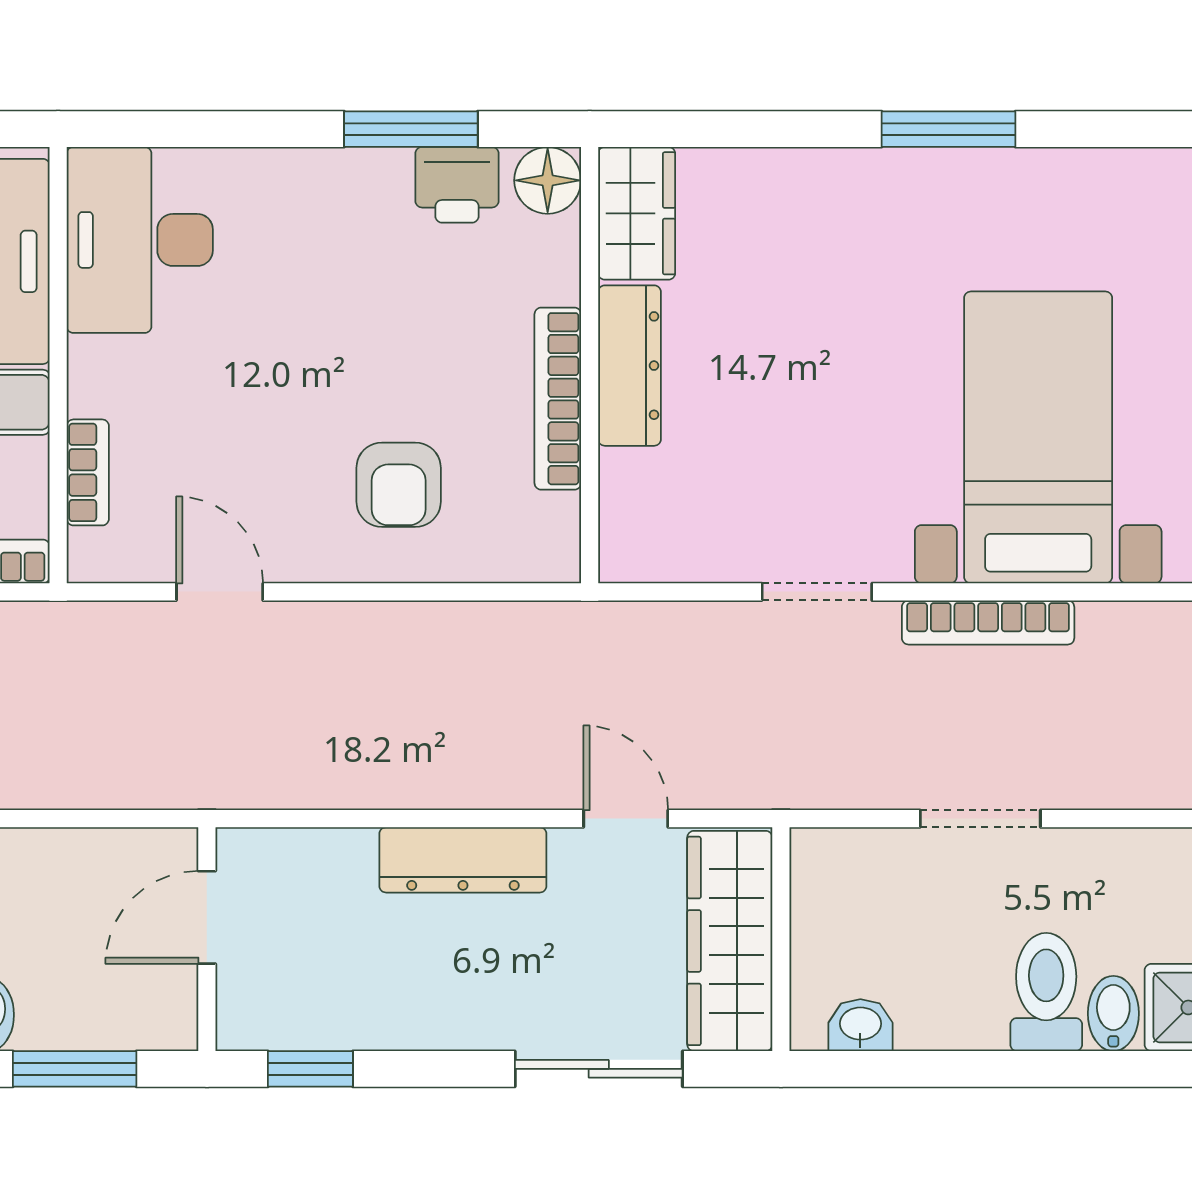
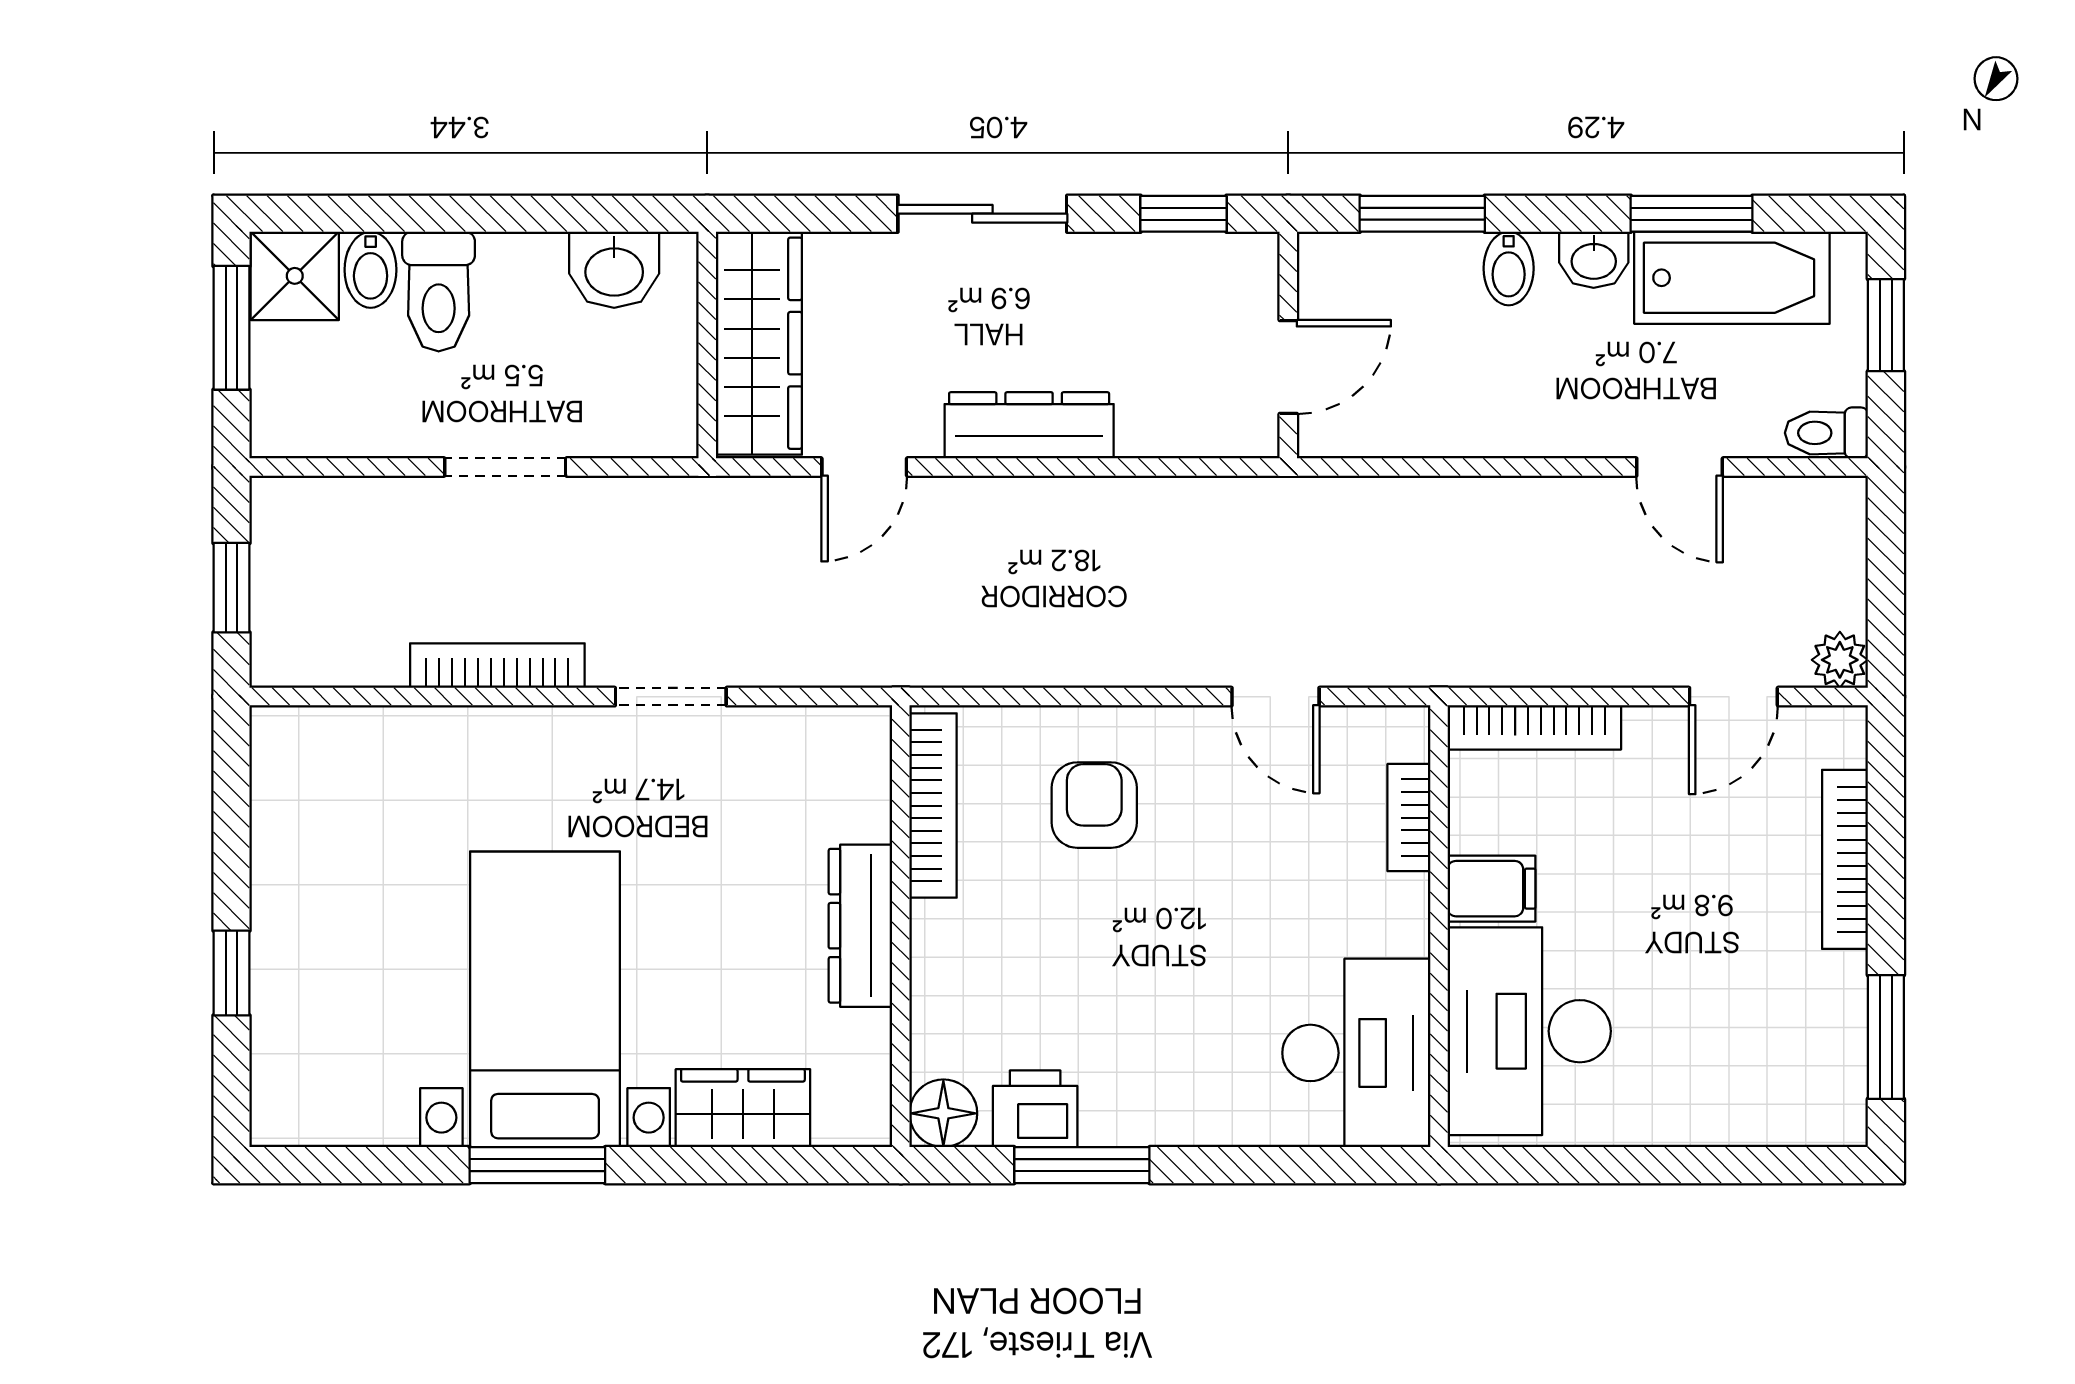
wardrobe: (637, 213) -> (743, 1108), moved, turned 90
bookcase: (558, 399) -> (933, 806), moved
bed with nightstands: (1038, 437) -> (545, 999), moved, turned 180
door: (626, 819) -> (864, 467), hinge flipped
washbasin: (860, 1025) -> (614, 270), width x1.38, depth x1.45
sliding door: (599, 1069) -> (982, 214), moved

